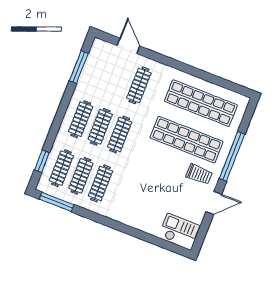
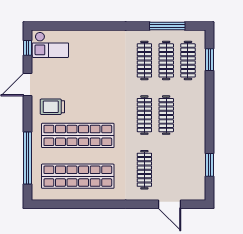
window: (79, 67) -> (209, 165), width x0.69
clothes rail: (81, 119) -> (188, 115), removed
window: (232, 156) -> (27, 158), moved
window: (57, 202) -> (167, 26), moved
window: (201, 236) -> (27, 48), added

